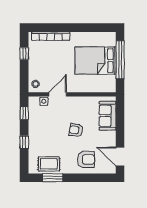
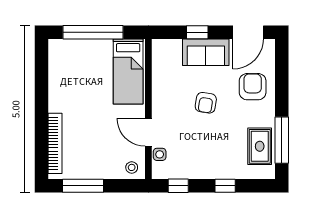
window: (24, 53) -> (83, 186), width x2.17
bed: (96, 61) -> (128, 72), moved, width x0.67
sofa: (108, 116) -> (206, 52), moved
window: (120, 125) -> (197, 32), added
window: (53, 178) -> (282, 140), width x1.44

